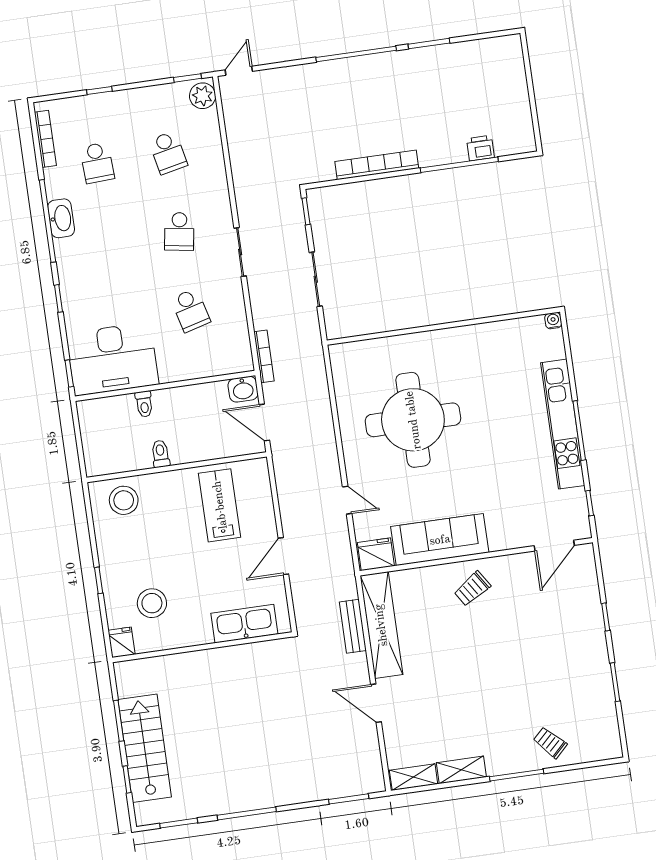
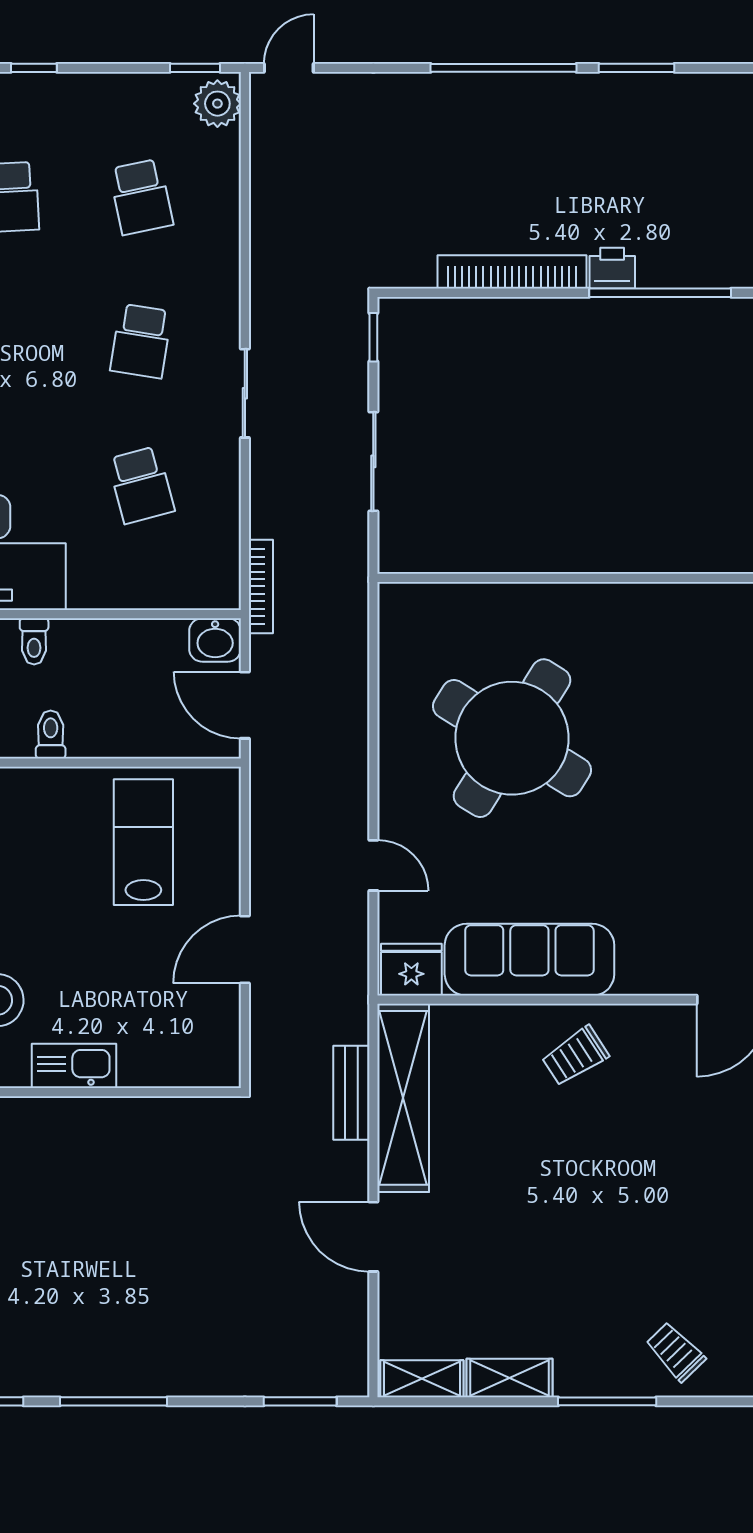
printer: (480, 148) -> (612, 268), moved
round table: (413, 420) -> (512, 738), turned 32
kitchen sink: (244, 624) -> (74, 1066), moved, width x0.73, depth x0.81

